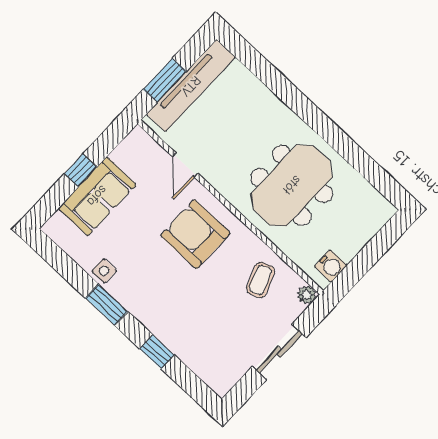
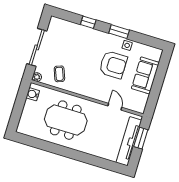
window: (81, 170) -> (158, 83), removed
meeting table: (292, 185) -> (66, 120), turned 90
armchair: (195, 234) -> (113, 65), moved
sliding door: (279, 352) -> (37, 47), width x1.37

